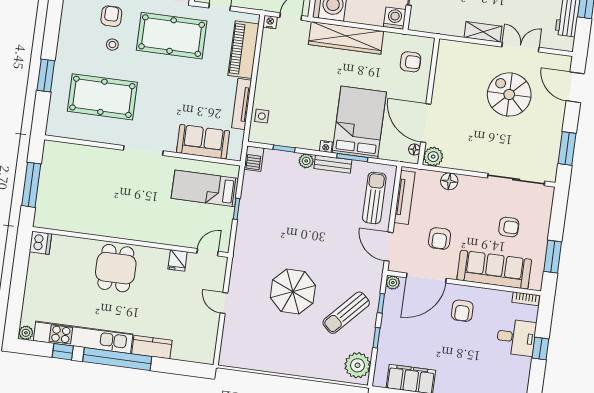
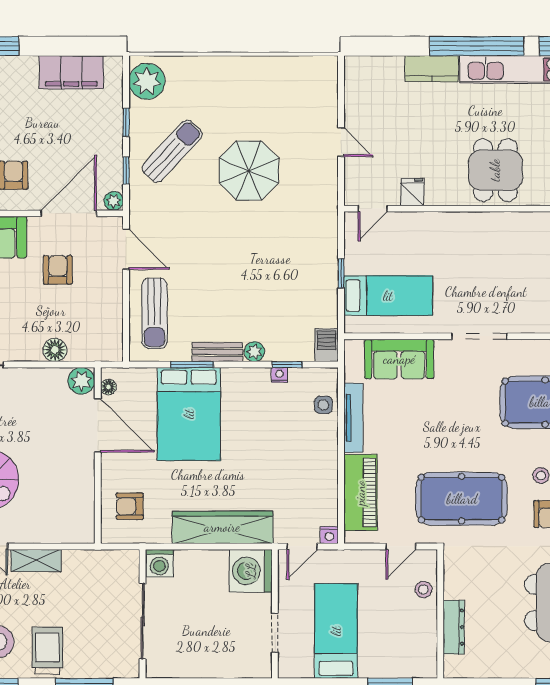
nightstand: (326, 147) -> (279, 375), moved
tv unit: (404, 197) -> (113, 320), removed

